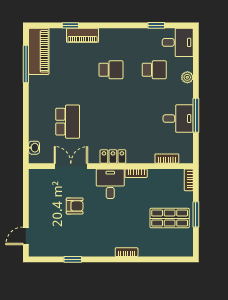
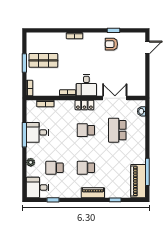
piano: (82, 35) -> (93, 193), moved
school desk: (111, 122) -> (86, 130), added
double door: (71, 166) -> (115, 98), swing flipped
armchair: (75, 206) -> (111, 44), moved

